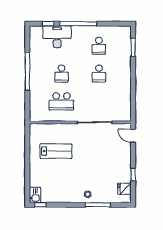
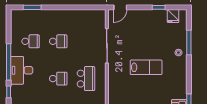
desk: (57, 37) -> (22, 70), moved
lab bench: (56, 151) -> (146, 67), moved, turned 90

